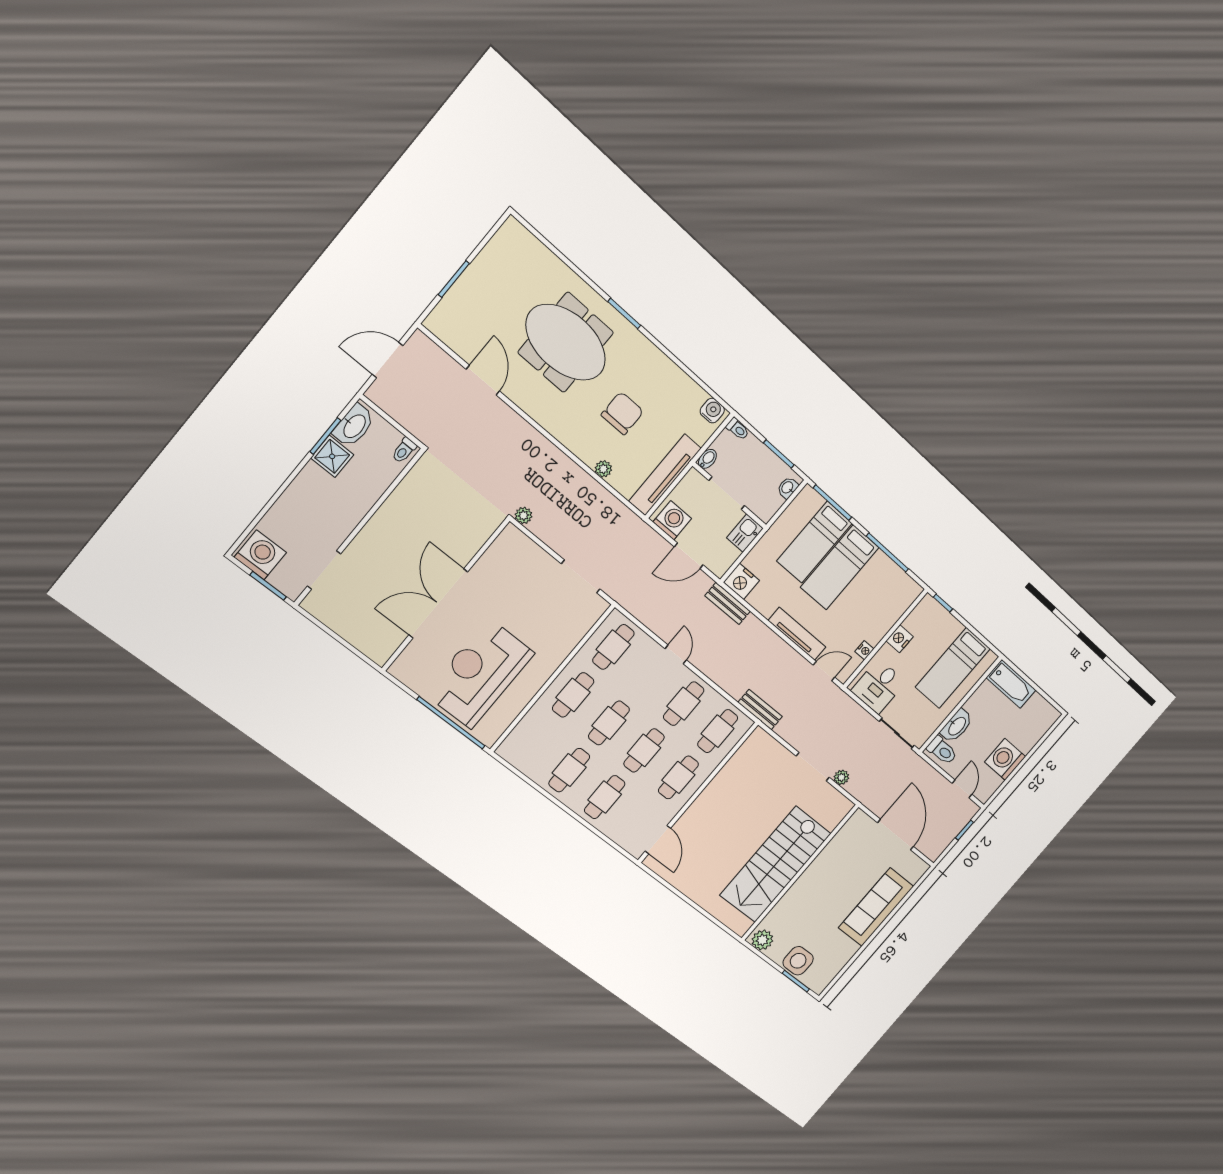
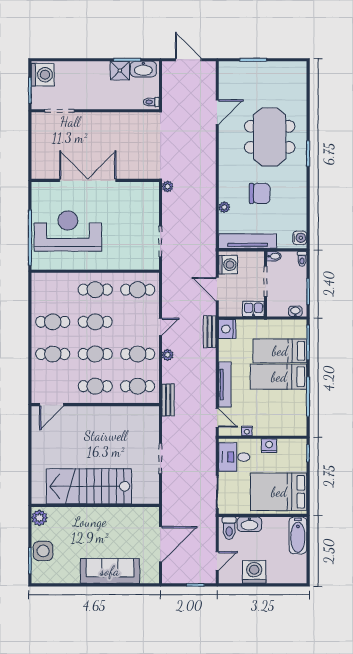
bed: (953, 668) -> (279, 492), width x1.50
plant: (841, 777) -> (168, 355), moved

